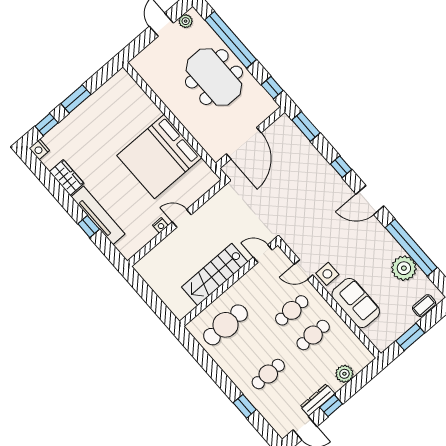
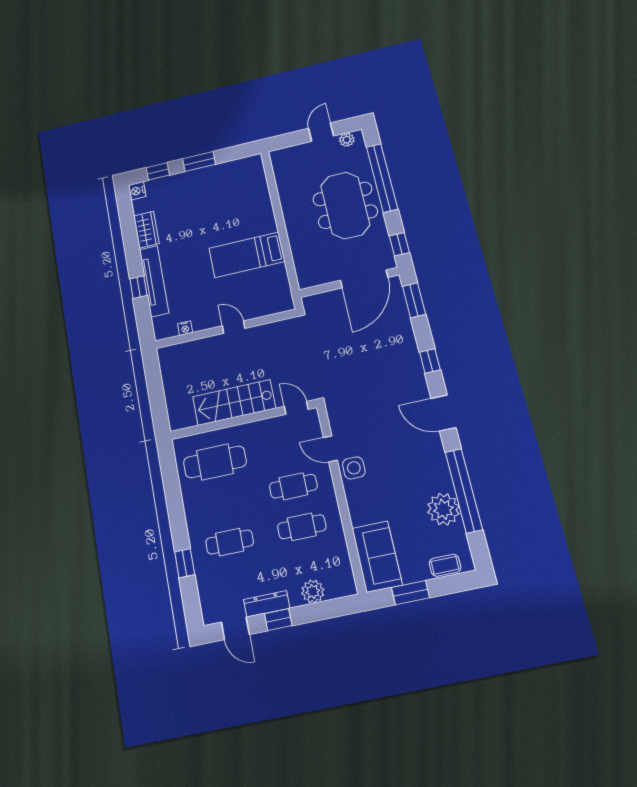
door: (244, 143) -> (364, 279), moved
bed: (159, 157) -> (247, 255), width x0.49
nightstand: (160, 225) -> (185, 328), moved
sofa: (356, 303) -> (377, 557), moved

